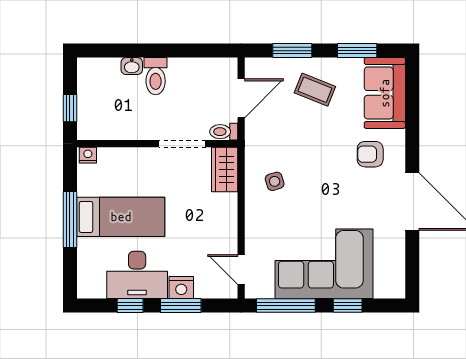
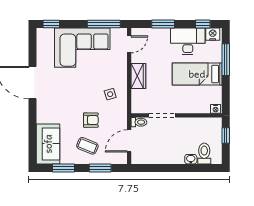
toilet: (156, 76) -> (204, 153), moved
armchair: (370, 154) -> (91, 120), moved
wardrobe: (225, 169) -> (138, 76), moved
window: (70, 220) -> (226, 60), moved
door: (241, 269) -> (129, 44), hinge flipped
nightstand: (181, 288) -> (213, 34), moved
window: (130, 306) -> (203, 24), moved
window: (348, 306) -> (51, 24), moved

